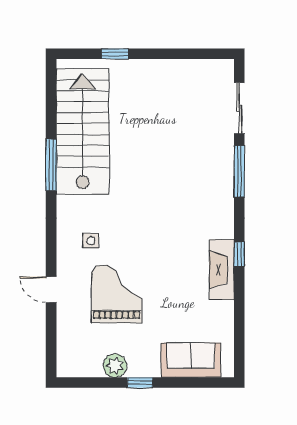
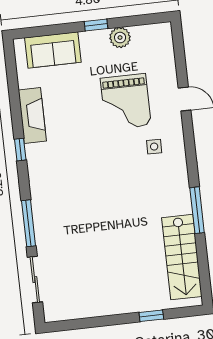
stairs: (83, 132) -> (182, 257), width x0.73, depth x0.66
fireplace: (222, 270) -> (32, 115), moved

